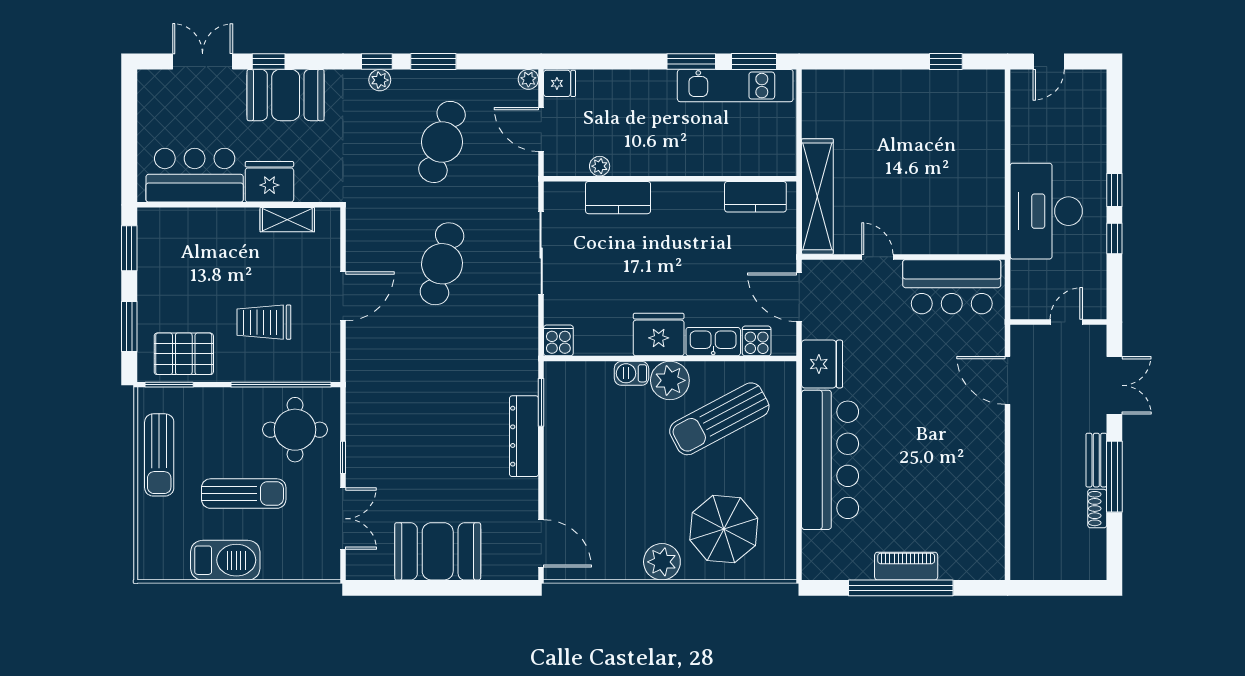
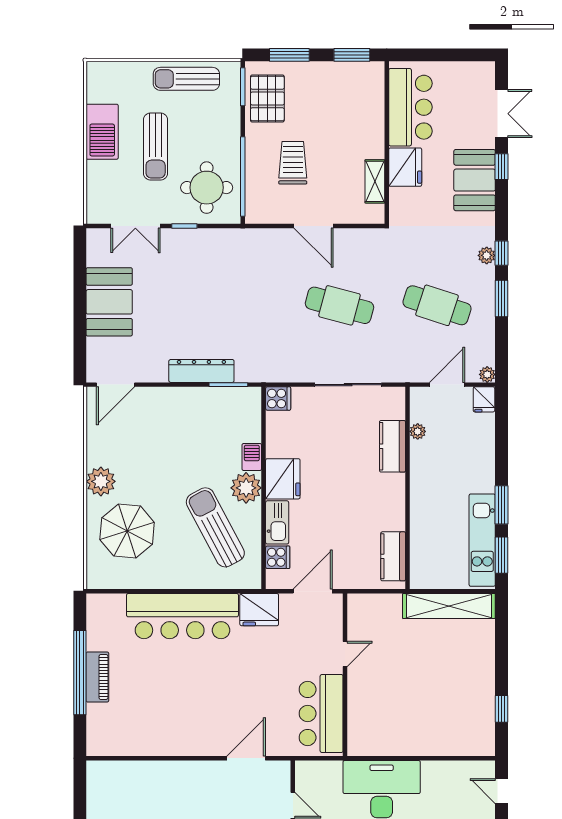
shelving: (817, 196) -> (449, 606), moved

